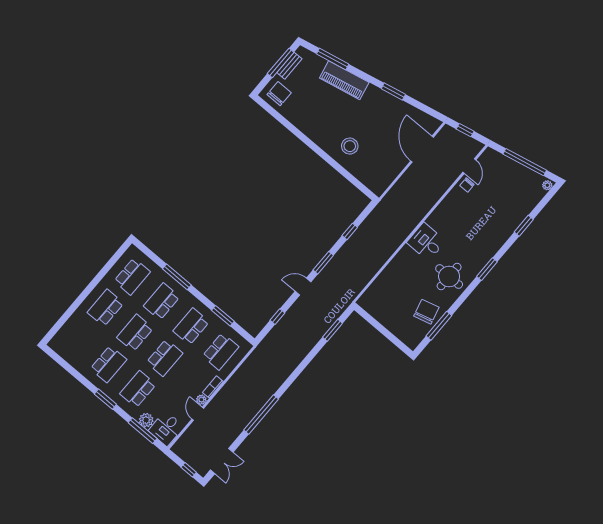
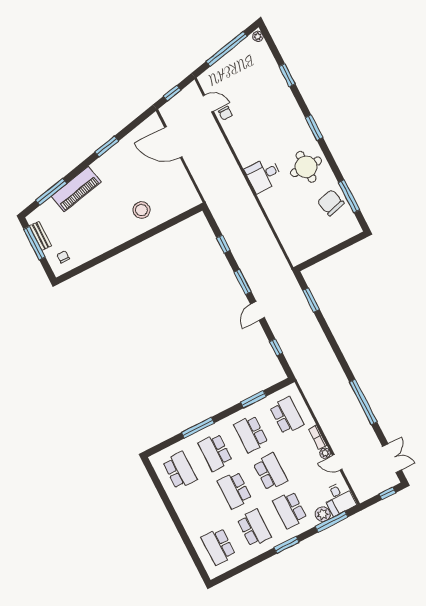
chair: (279, 94) -> (63, 257), width x0.54, depth x0.54
school desk: (106, 308) -> (218, 546), moved

